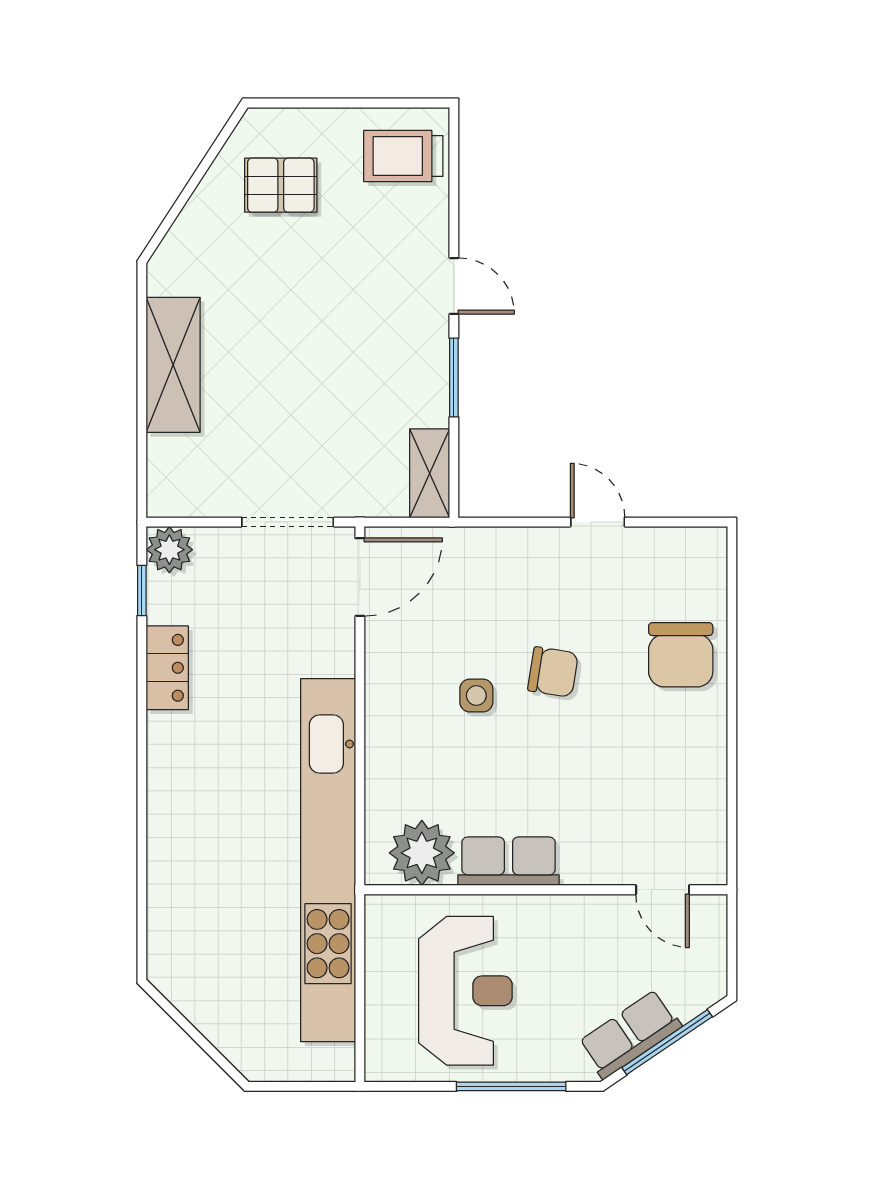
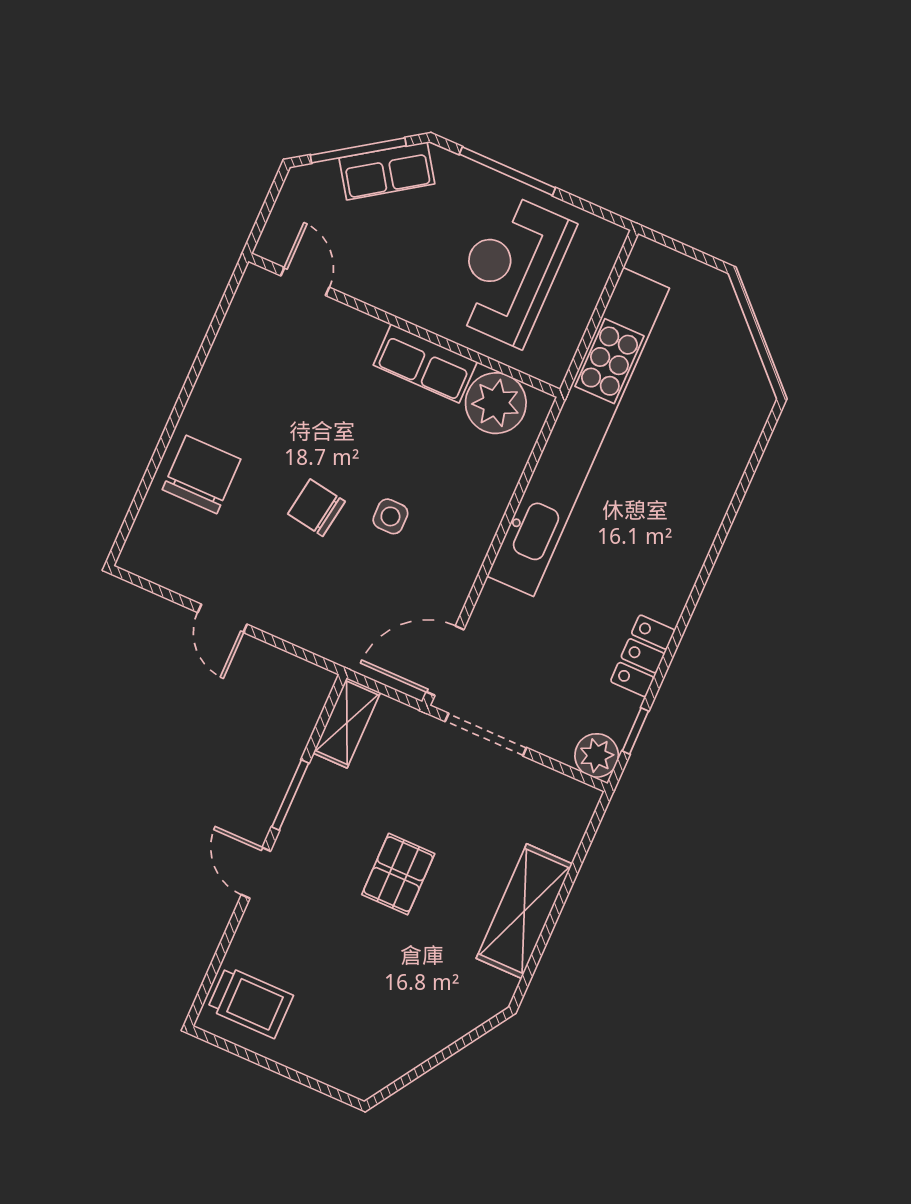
pallet: (281, 185) -> (398, 874), moved, turned 90

